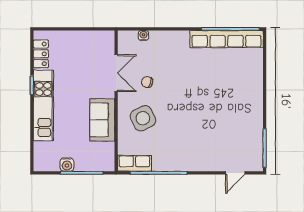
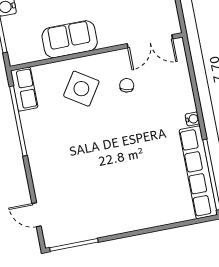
water cooler: (144, 35) -> (192, 119), moved
double door: (116, 73) -> (150, 41), moved
side table: (143, 118) -> (81, 89), turned -31

